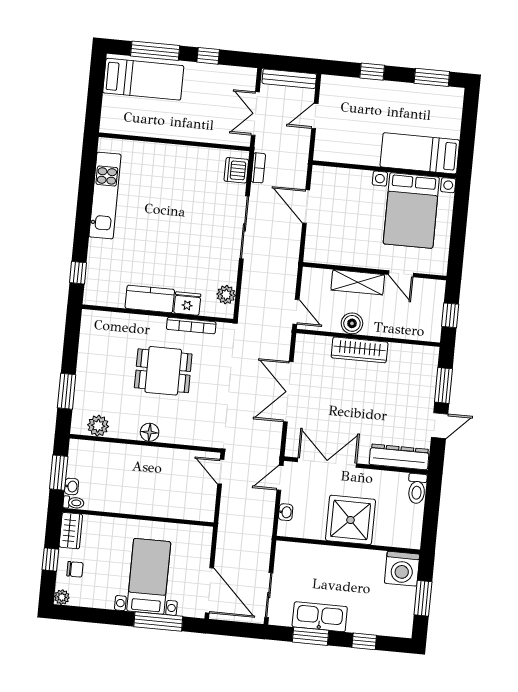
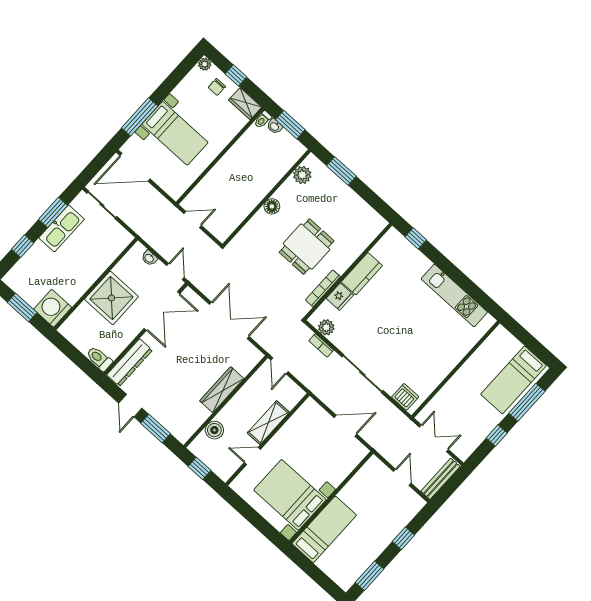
bookcase: (258, 168) -> (321, 345), moved
door: (296, 312) -> (279, 366), hinge flipped
boiler: (352, 323) -> (214, 430), moved
door: (221, 472) -> (193, 220), moved

